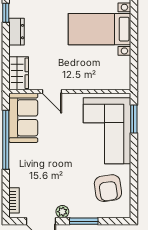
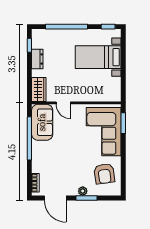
plant: (62, 212) -> (83, 191), moved

